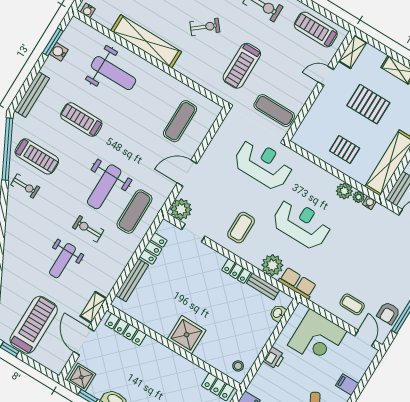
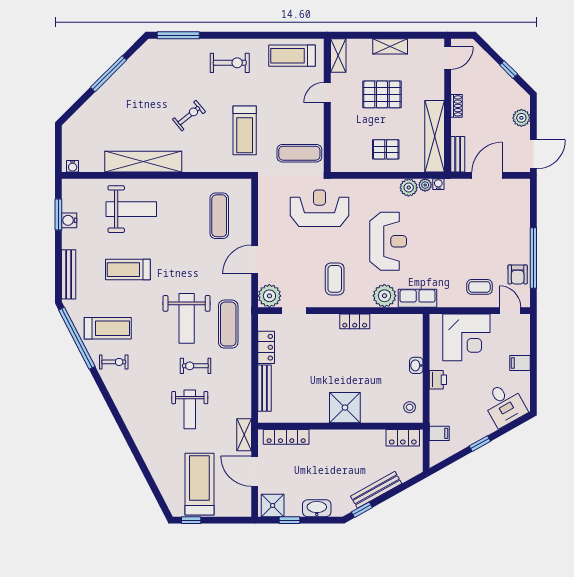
reception desk: (302, 224) -> (388, 241), turned 90
bench: (263, 287) -> (388, 320), removed
washbasin: (278, 313) -> (416, 365), moved

